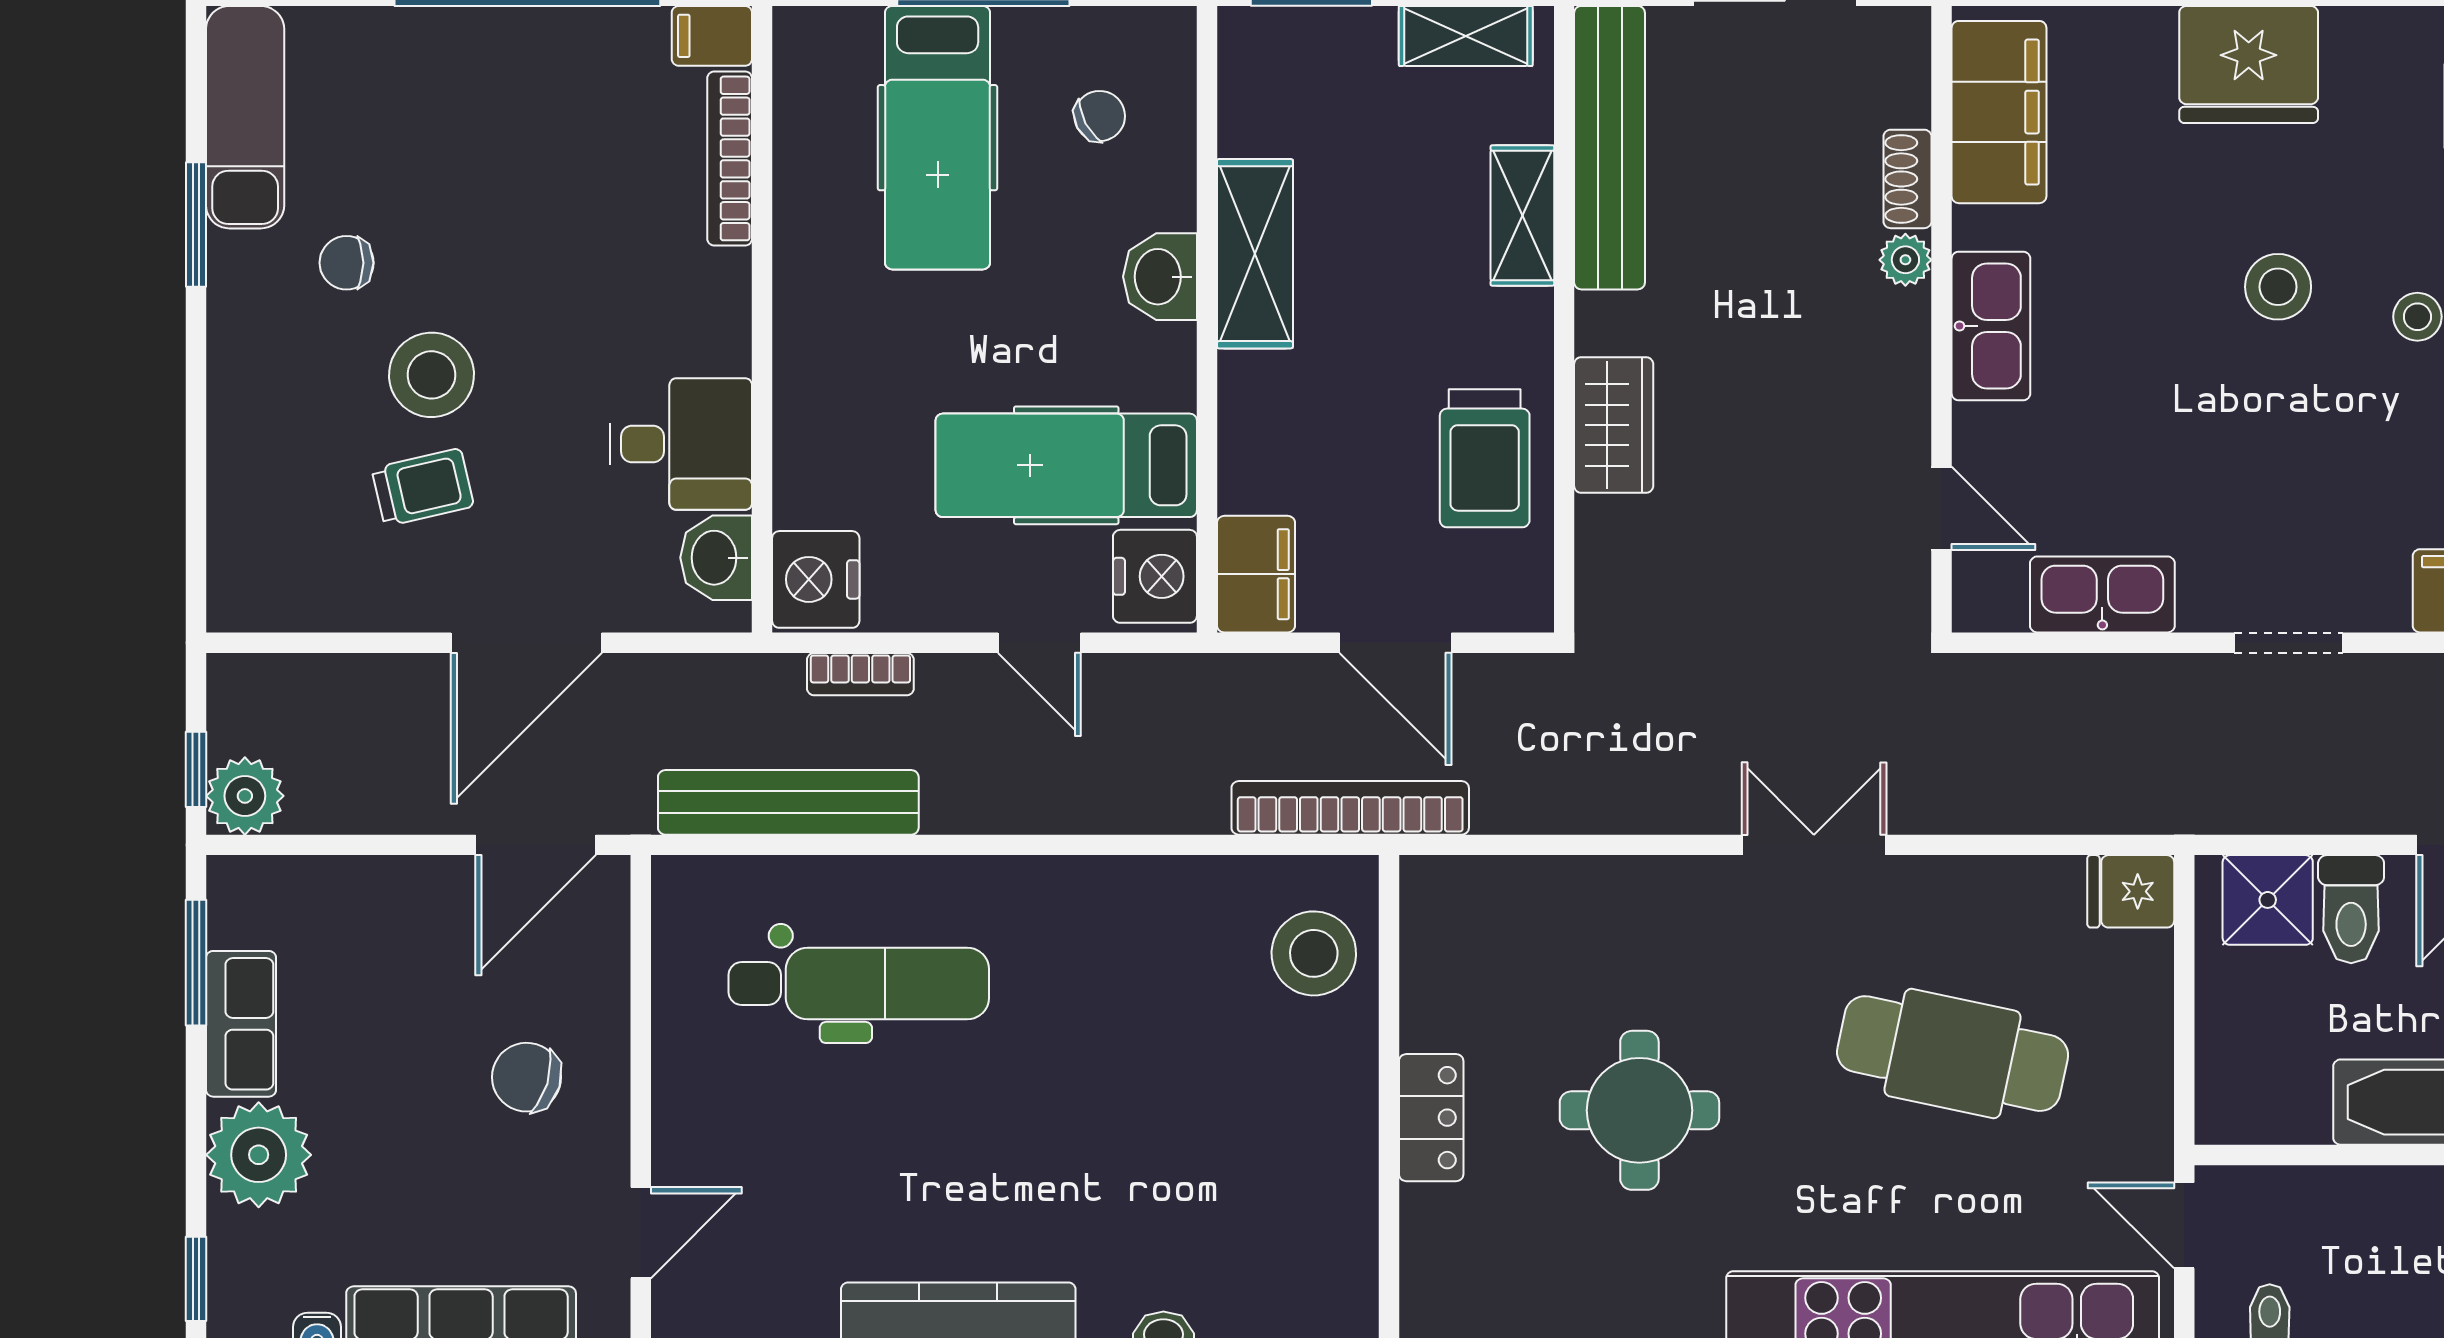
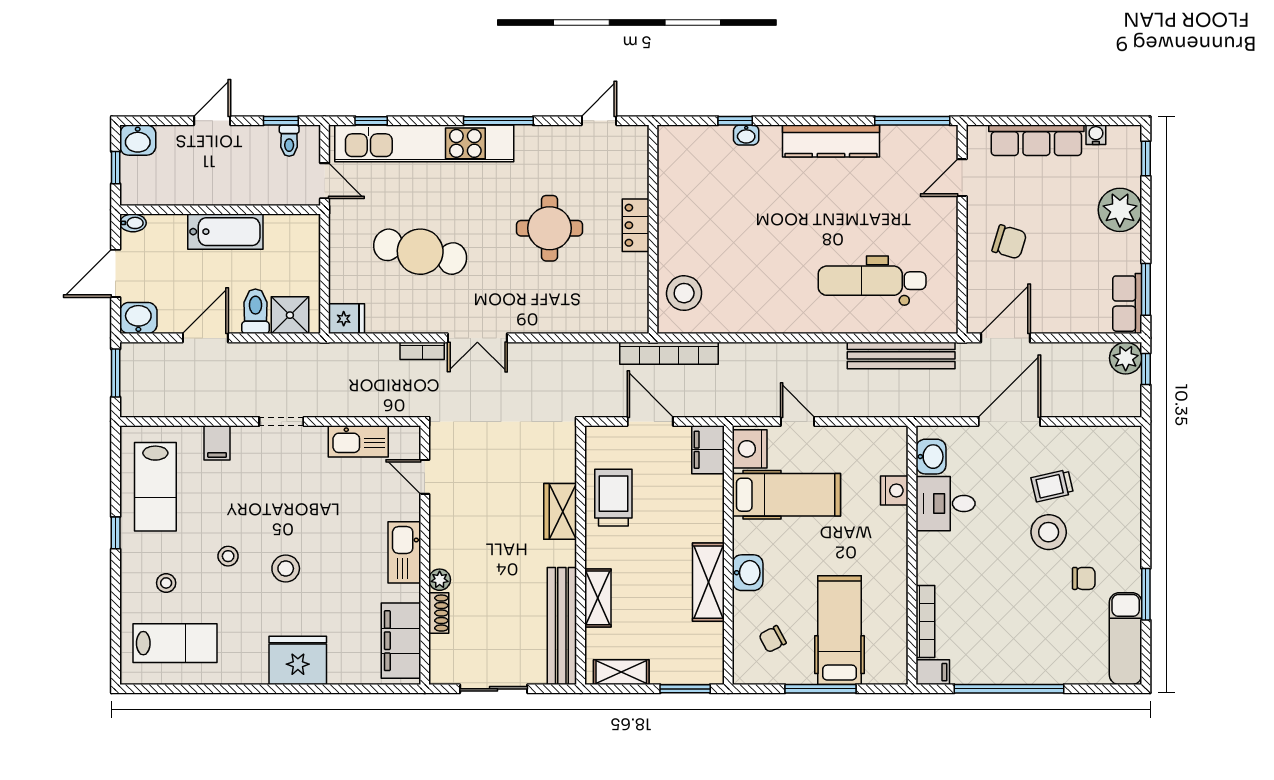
nightstand: (816, 579) -> (894, 490), moved, width x0.74, depth x0.75
bookcase: (860, 674) -> (422, 351), moved, turned 180
row of seats: (241, 1024) -> (1127, 304), moved

